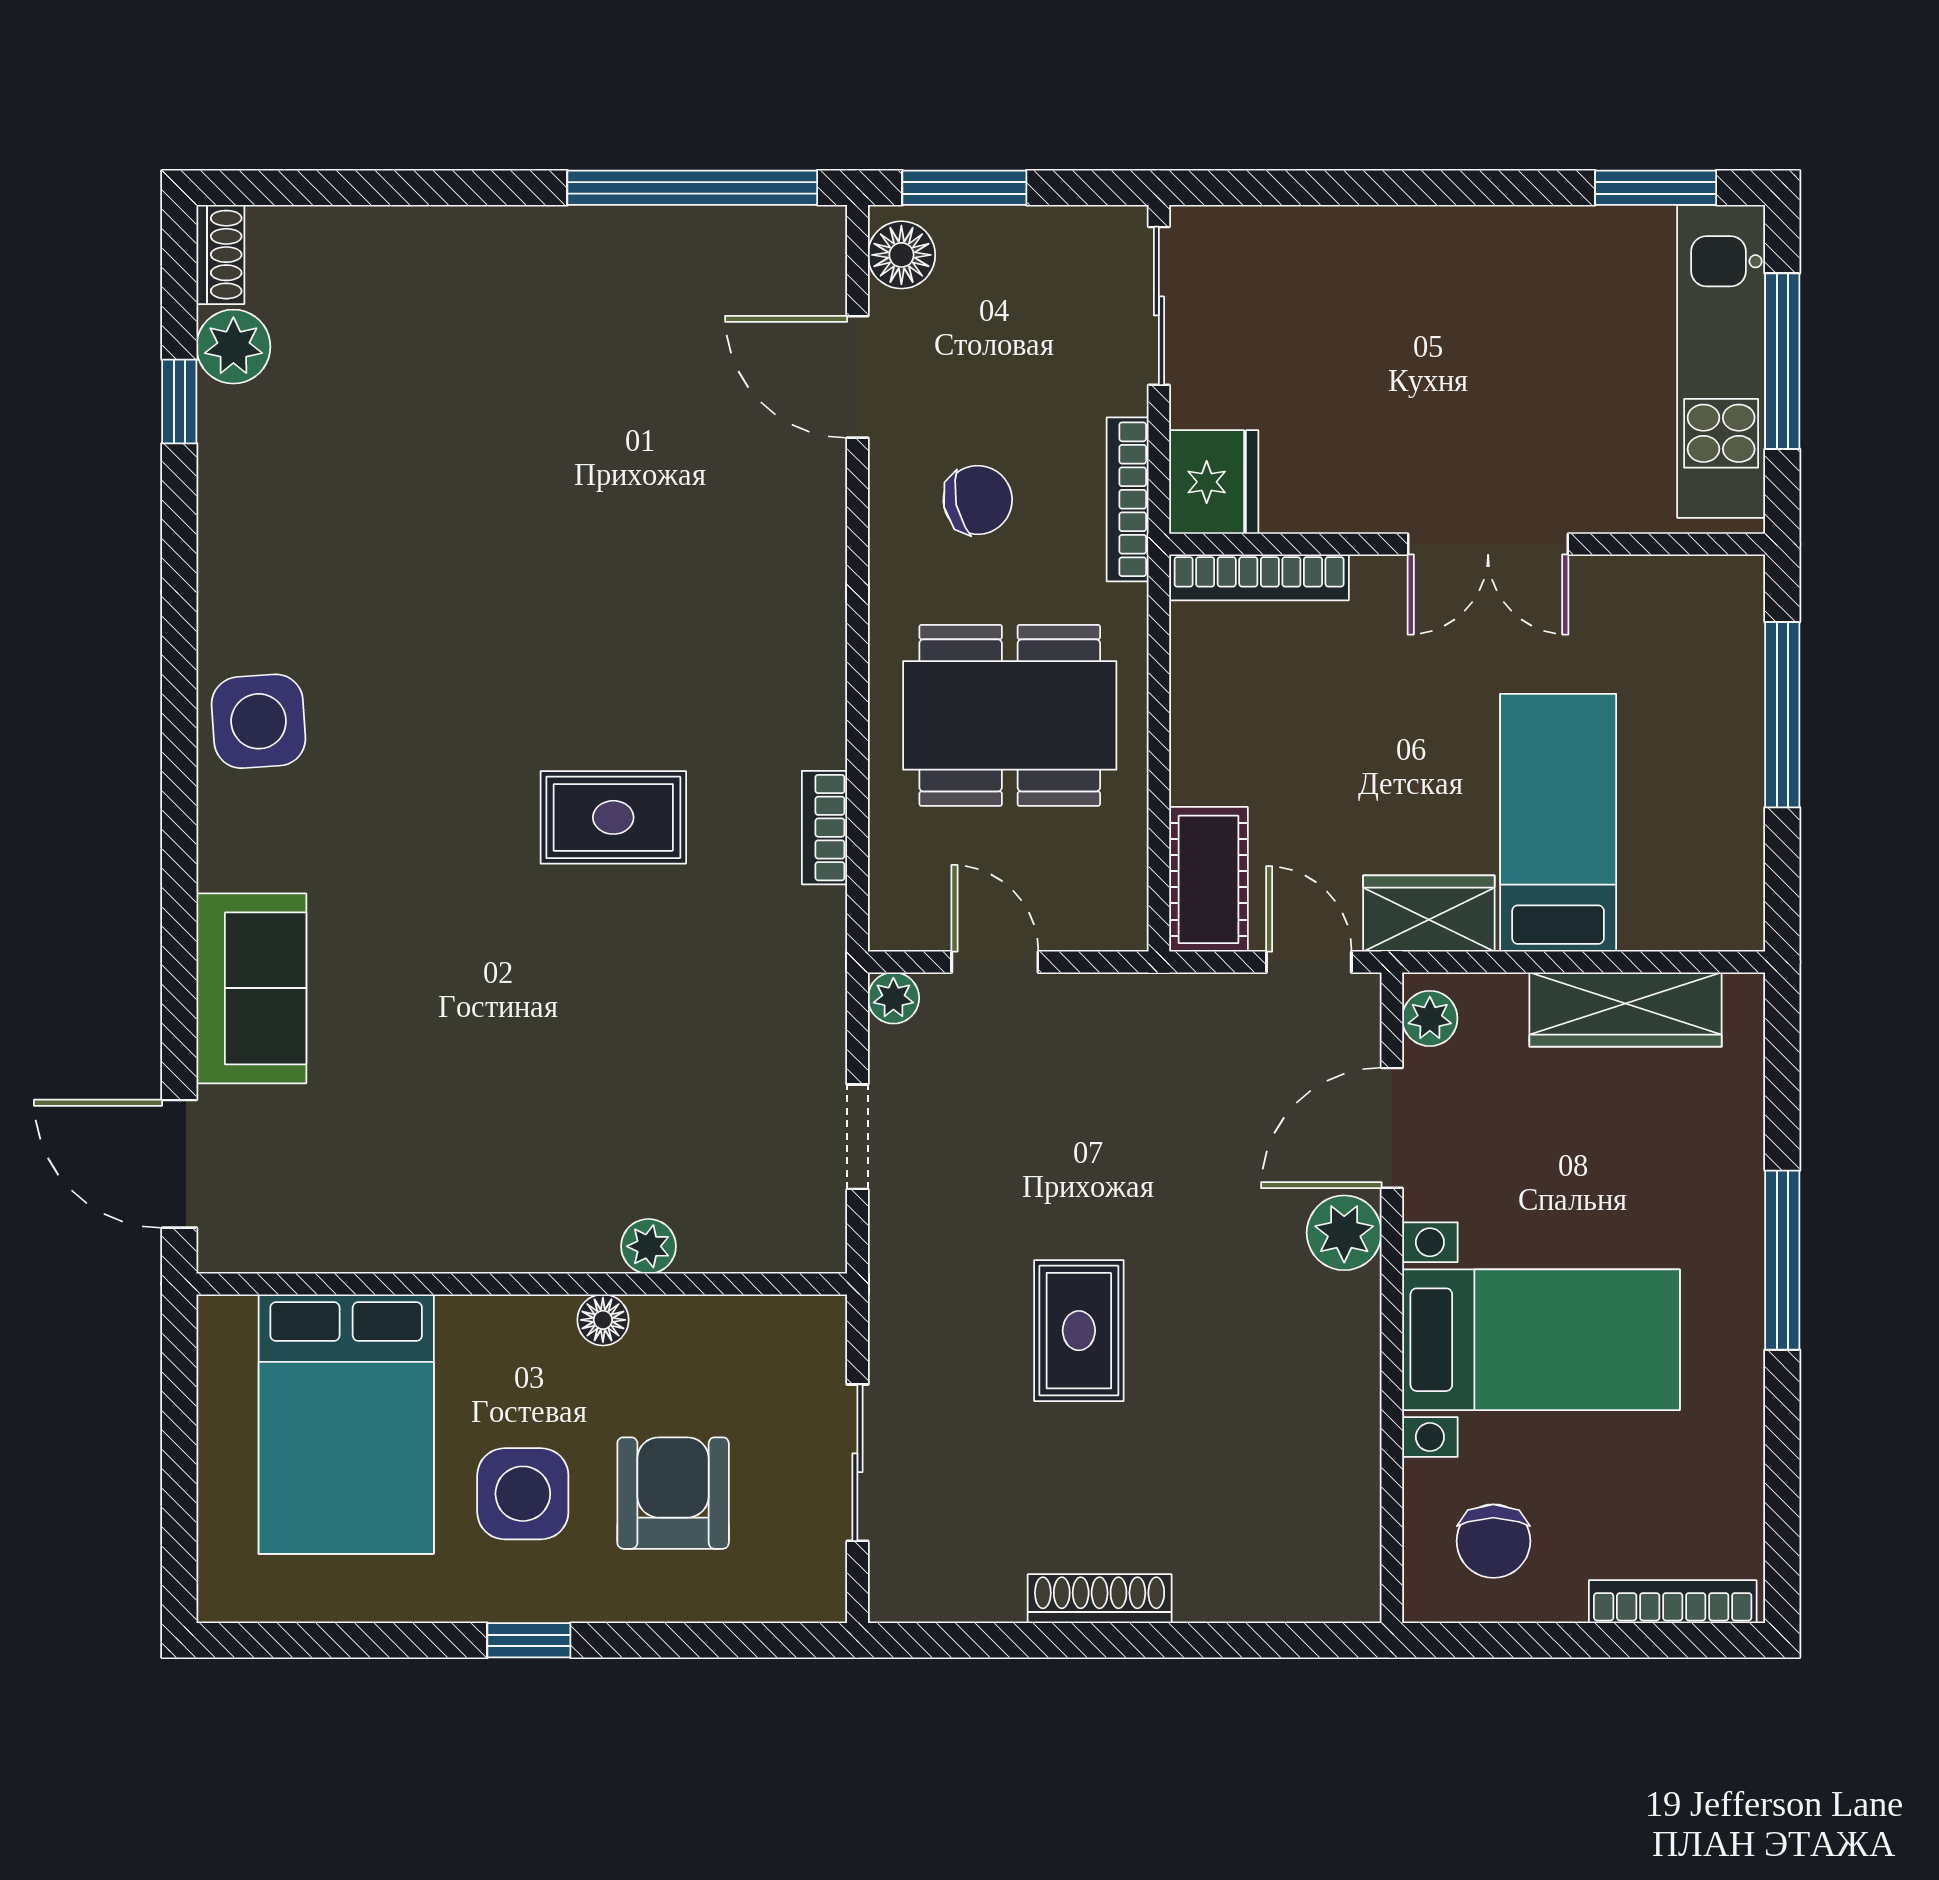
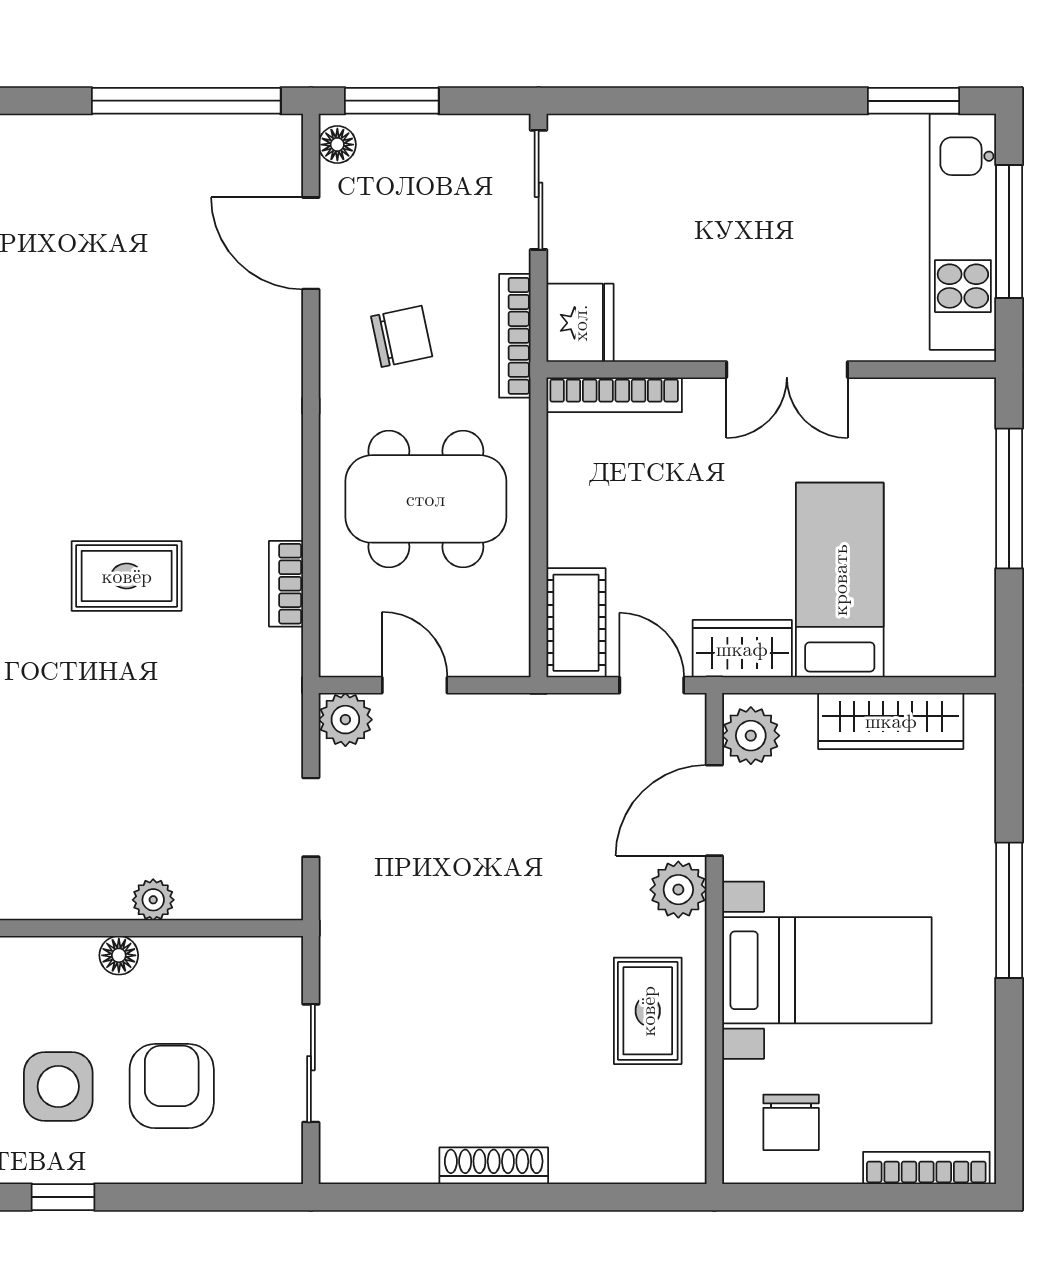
floor lamp: (901, 255) -> (337, 145), width x0.73, depth x0.73
plant: (893, 998) -> (345, 720), width x1.38, depth x1.38
plant: (1430, 1018) -> (751, 736), width x1.38, depth x1.38
rug: (1079, 1331) -> (648, 1011), moved

